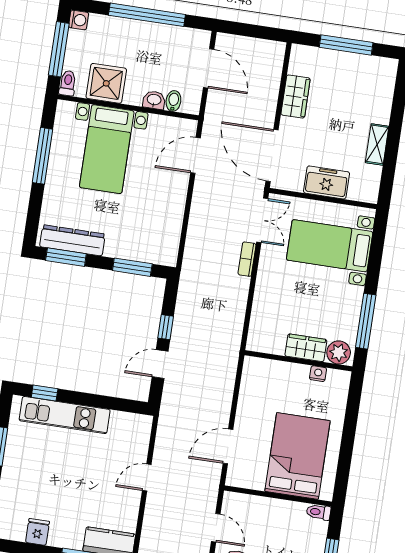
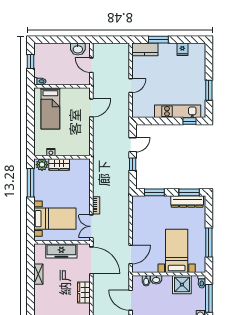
freezer: (327, 182) -> (61, 251), width x1.40
bed: (297, 456) -> (50, 108), width x0.67

